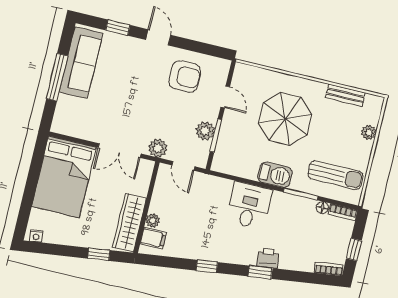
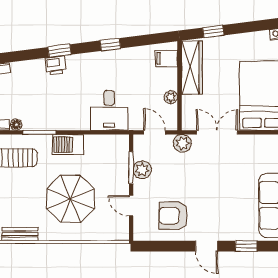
desk: (249, 205) -> (109, 110), moved
plant: (153, 221) -> (171, 97), moved

